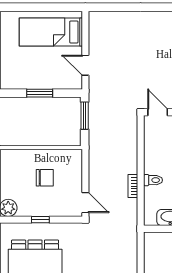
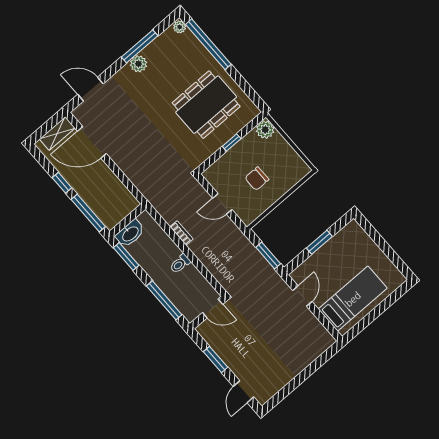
door: (85, 65) -> (302, 296), hinge flipped
toilet: (153, 180) -> (180, 264), moved
door: (85, 203) -> (222, 204), moved

